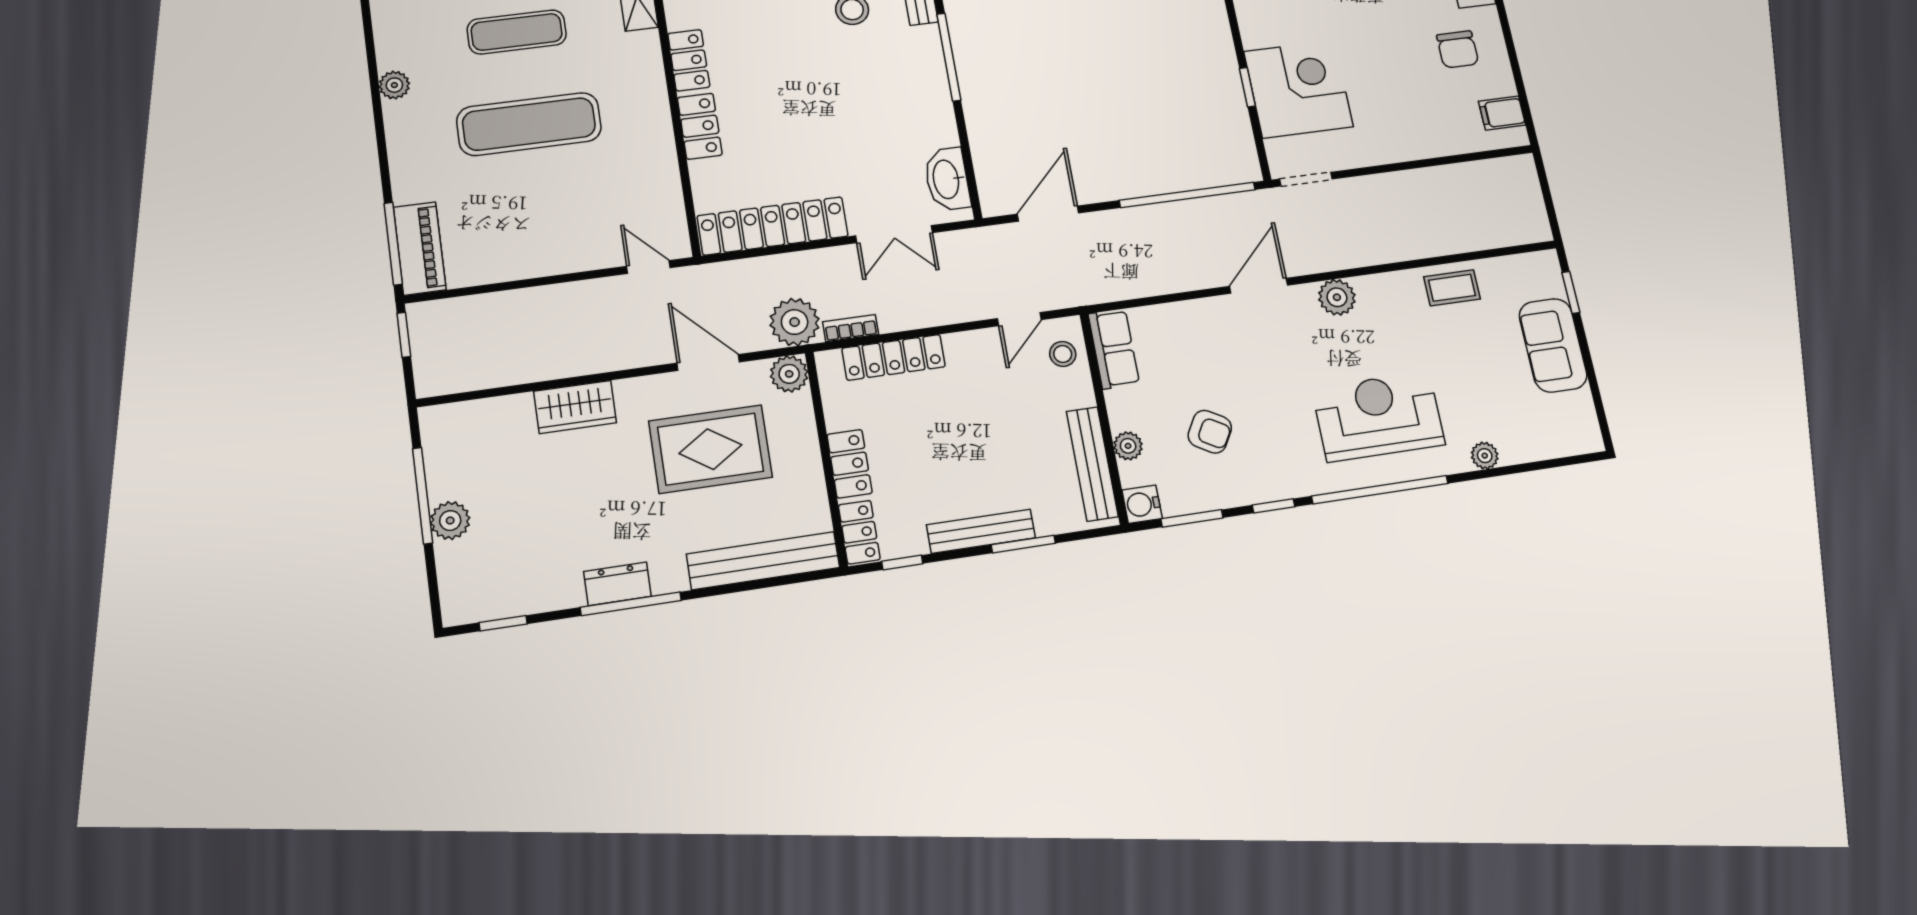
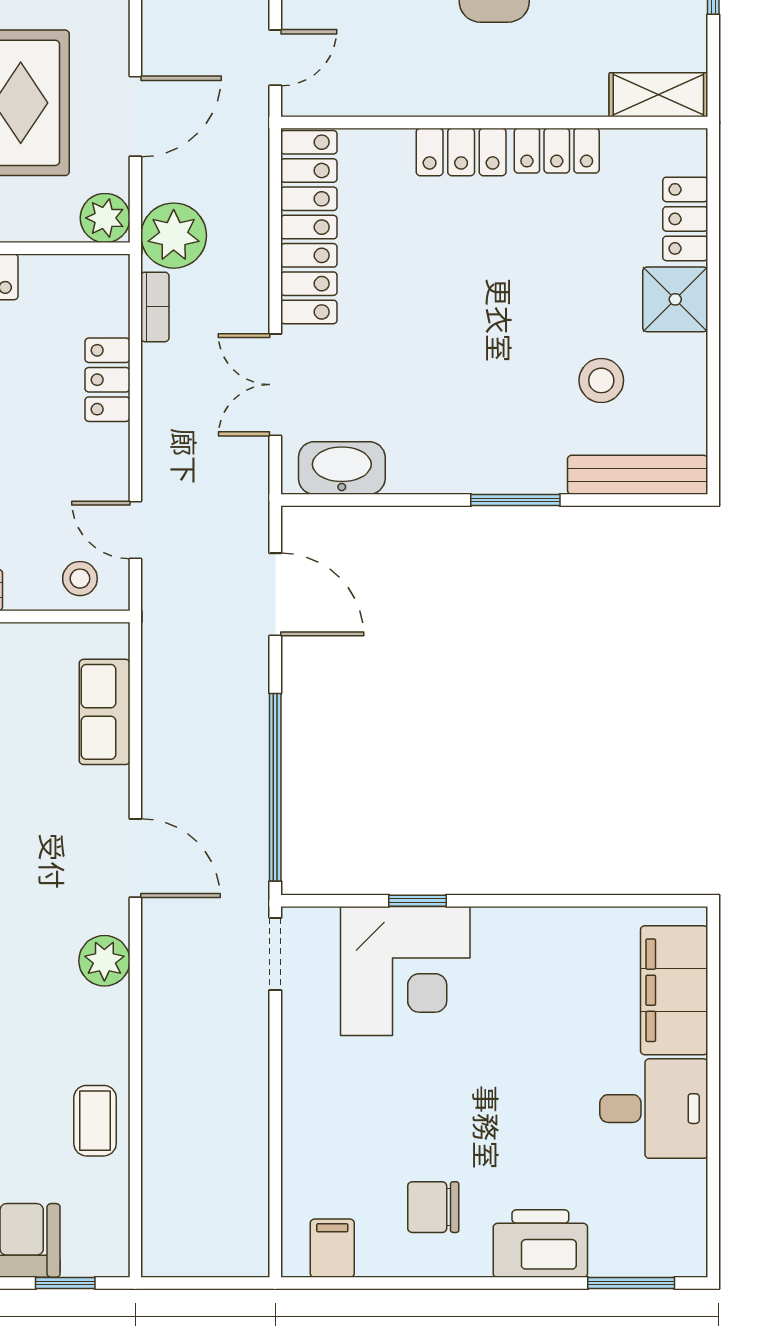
window: (949, 57) -> (515, 500), width x0.69
row of seats: (1114, 349) -> (105, 712), moved, turned 90
locker: (894, 357) -> (107, 380), width x0.66

